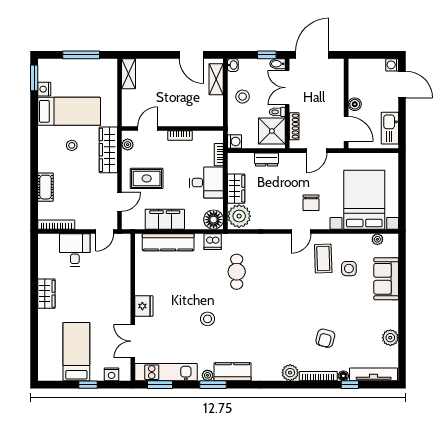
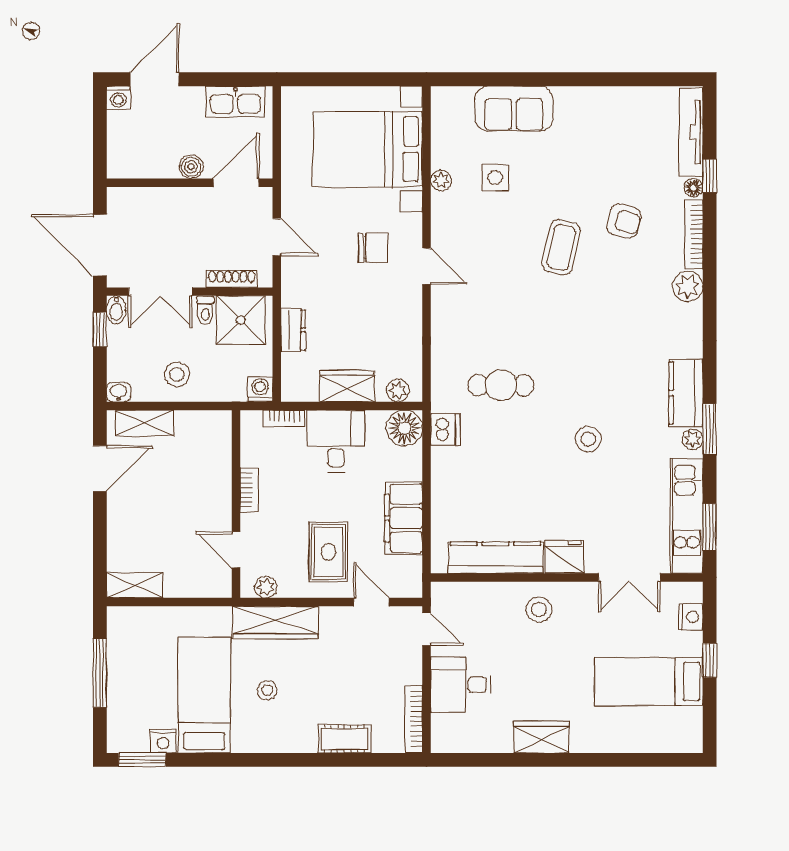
plant: (239, 216) -> (398, 391), width x0.53, depth x0.53
plant: (377, 239) -> (441, 180), moved
kitchen counter: (168, 242) -> (496, 558), moved, turned -90
coffee table: (323, 259) -> (561, 247), moved, turned -75
stool: (115, 292) -> (539, 610), added
plant: (390, 338) -> (623, 101), removed

